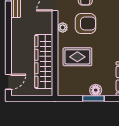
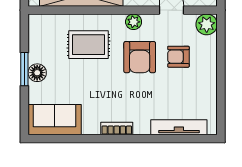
rug: (77, 57) -> (89, 45), turned 90

